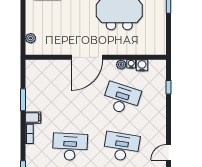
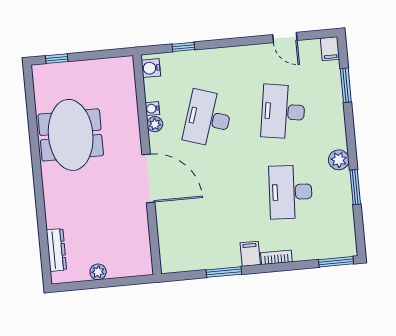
plant: (31, 38) -> (98, 272), moved
water cooler: (142, 65) -> (151, 68), moved

